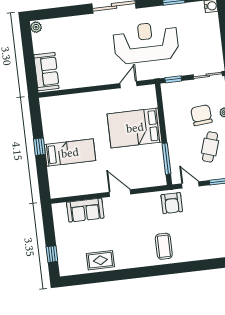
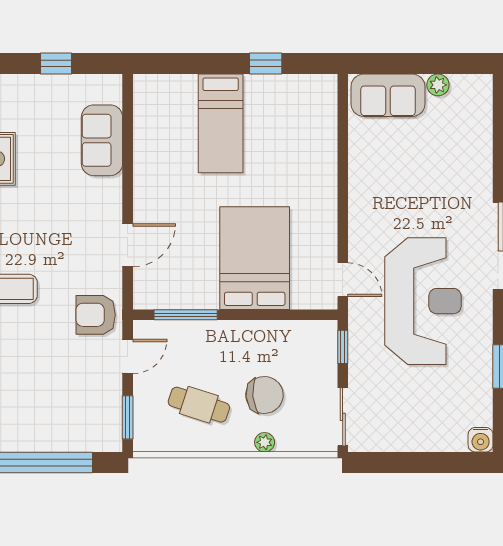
plant: (36, 27) -> (438, 85), moved
door: (128, 85) -> (343, 280), moved
window: (39, 147) -> (266, 64), moved
door: (120, 193) -> (128, 245), moved
window: (52, 254) -> (56, 64), moved

